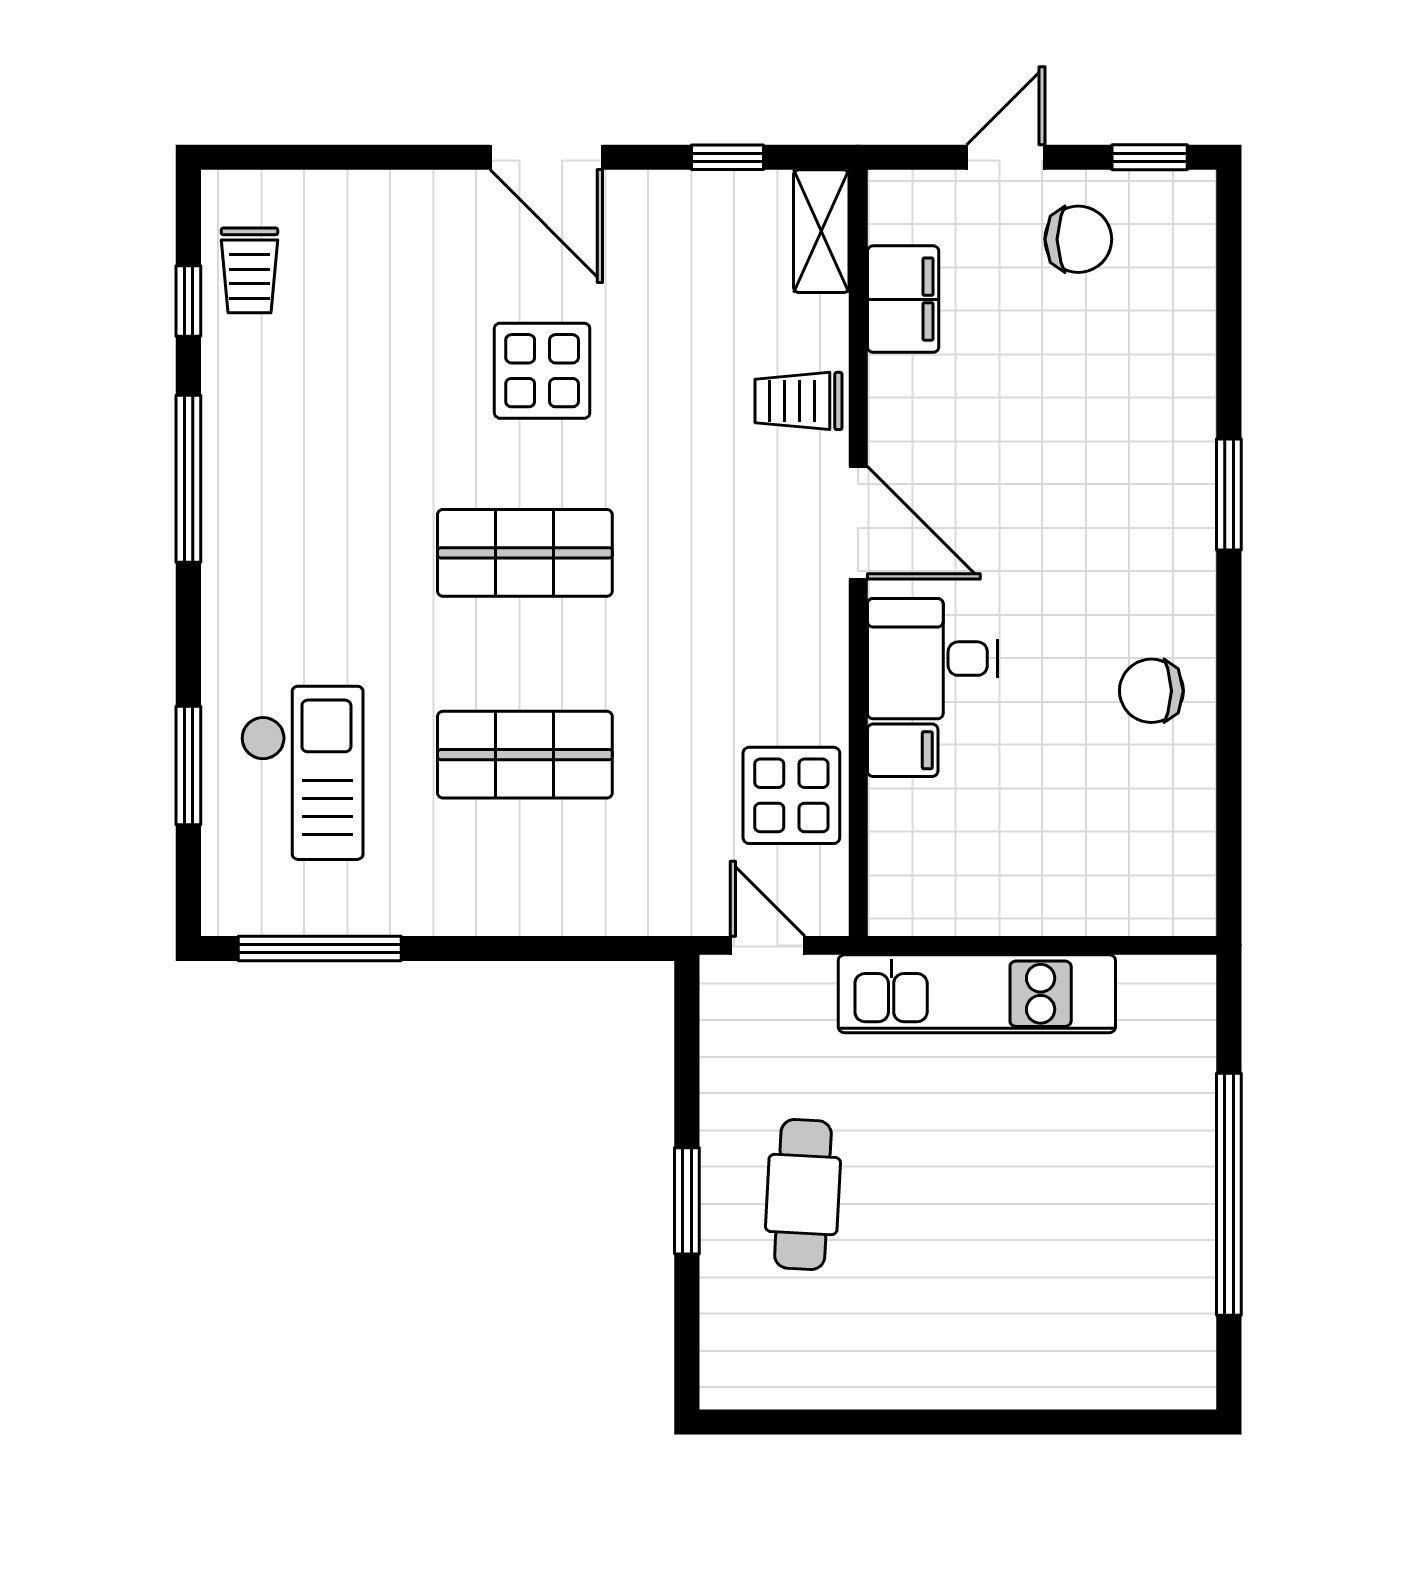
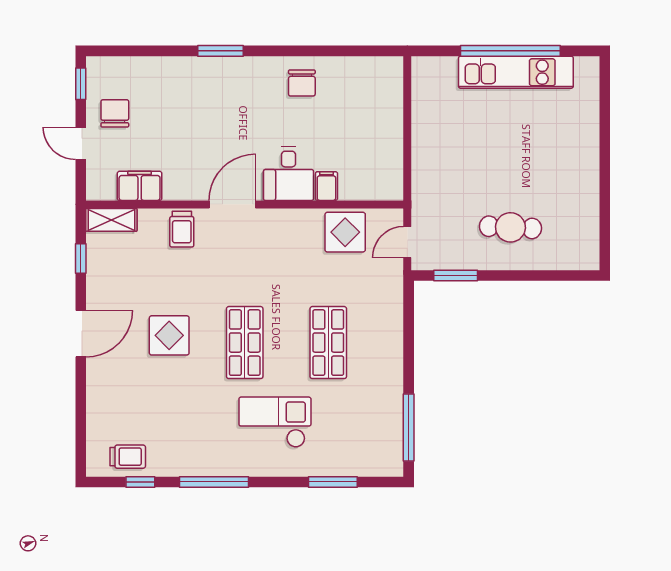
checkout: (302, 773) -> (275, 422), moved
kitchen unit: (977, 994) -> (516, 72), moved, turned 90
window: (687, 1201) -> (456, 275), moved

